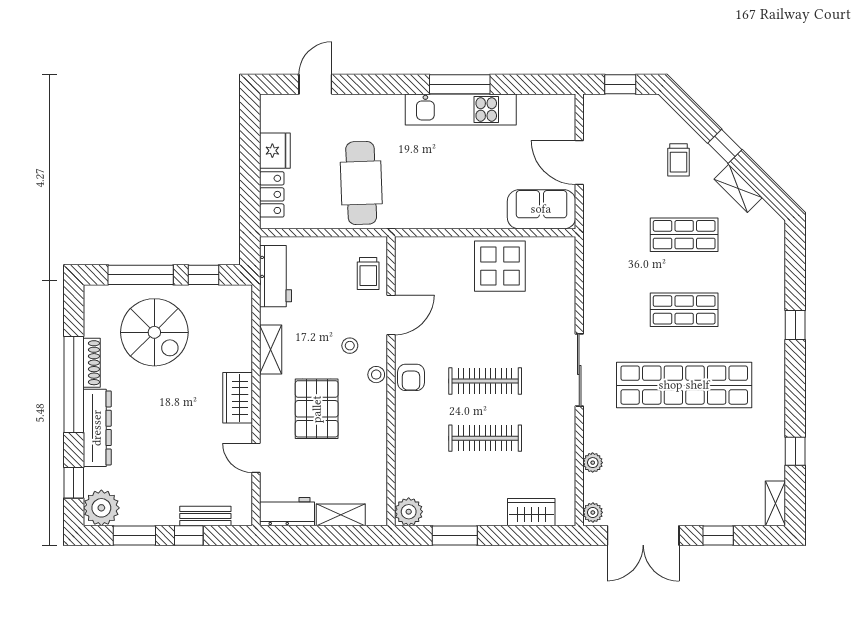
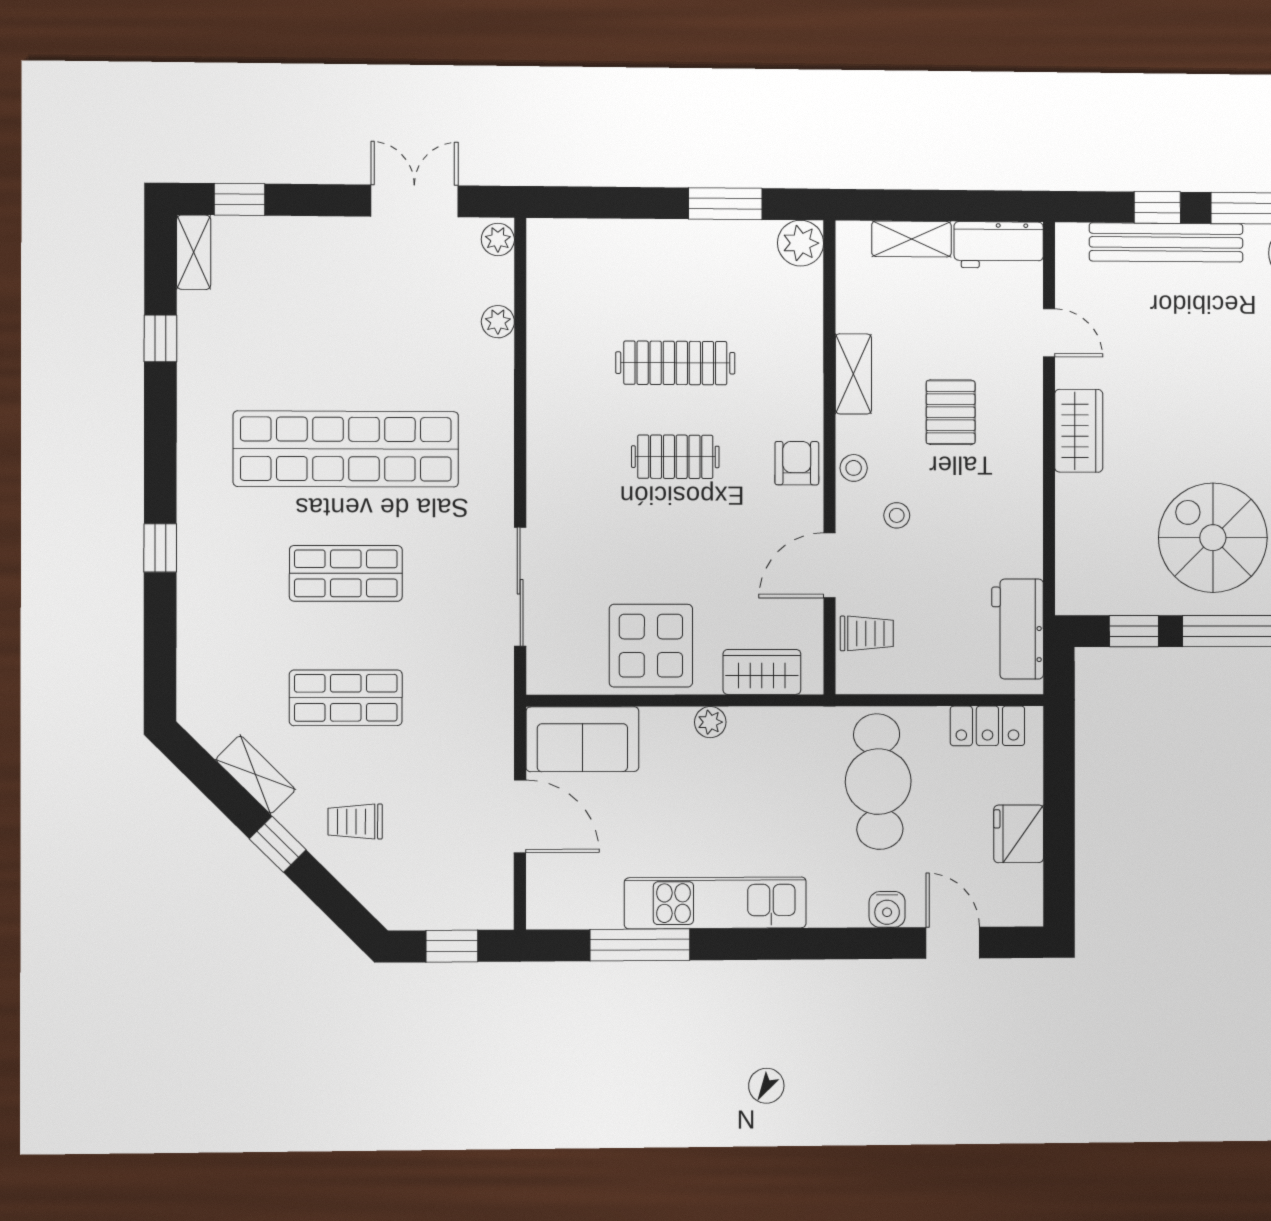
door: (315, 84) -> (953, 943), swing flipped
window: (460, 84) -> (640, 945), moved
water cooler: (356, 105) -> (887, 909), added
trolley: (678, 160) -> (355, 822), turned -90
locker: (272, 194) -> (987, 726), moved, turned -90
plant: (464, 219) -> (710, 722), added
trolley: (368, 273) -> (867, 633), turned 90
shelving: (271, 349) -> (853, 374), moved
sliding door: (579, 370) -> (520, 587), moved
clothes rail: (485, 381) -> (675, 457), width x0.73
pallet: (317, 409) -> (951, 412), width x0.67, depth x0.71
wardrobe: (531, 512) -> (762, 672), moved, turned 180
bench: (205, 516) -> (1166, 242), width x1.86, depth x1.21
double door: (643, 535) -> (414, 201), width x0.73
window: (718, 535) -> (240, 199), moved

